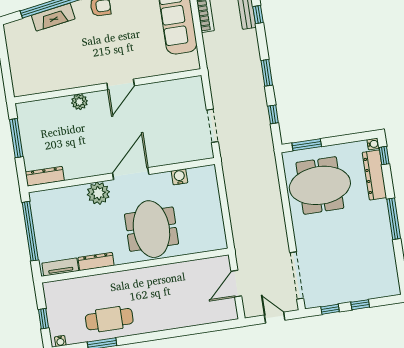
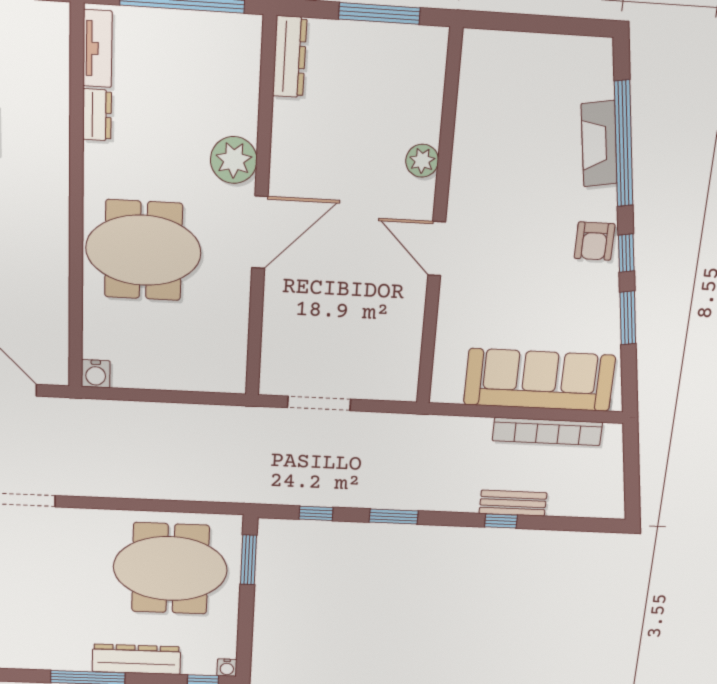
door: (131, 174) -> (260, 232), hinge flipped
dresser: (374, 175) -> (136, 659), moved
water cooler: (179, 177) -> (96, 374), moved, turned 90
meeting table: (320, 185) -> (170, 569), turned 90
dresser: (96, 261) -> (97, 115), width x0.70

